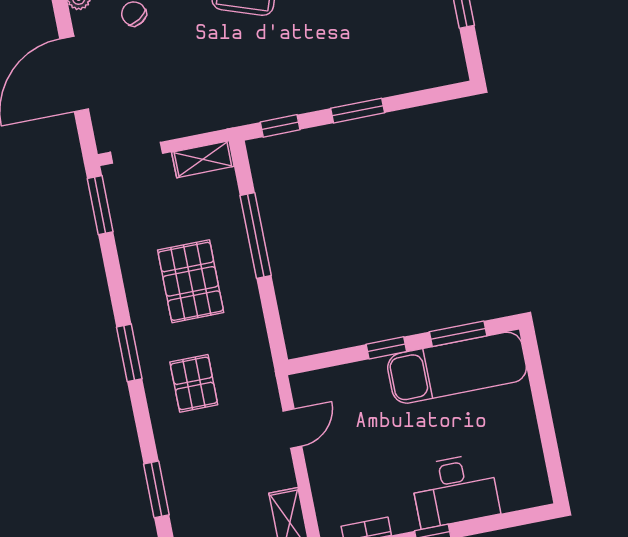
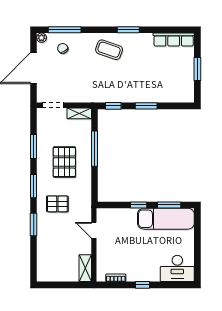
window: (100, 205) -> (34, 146), moved
pallet: (194, 383) -> (57, 204), turned 90
door: (292, 429) -> (94, 230), swing flipped
window: (156, 489) -> (34, 224), moved
desk: (455, 490) -> (177, 268), moved

